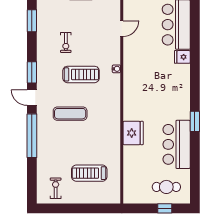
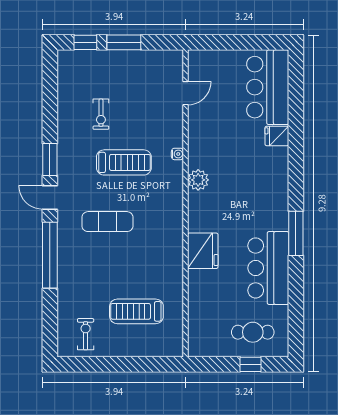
window: (32, 21) -> (50, 81), removed
plant: (130, 86) -> (198, 180), added
window: (195, 121) -> (296, 233), width x1.44

